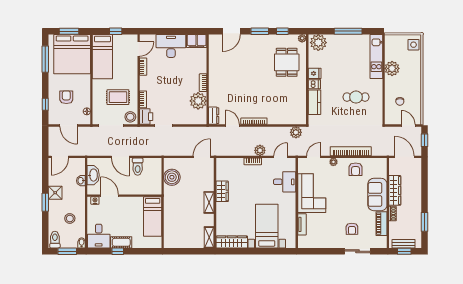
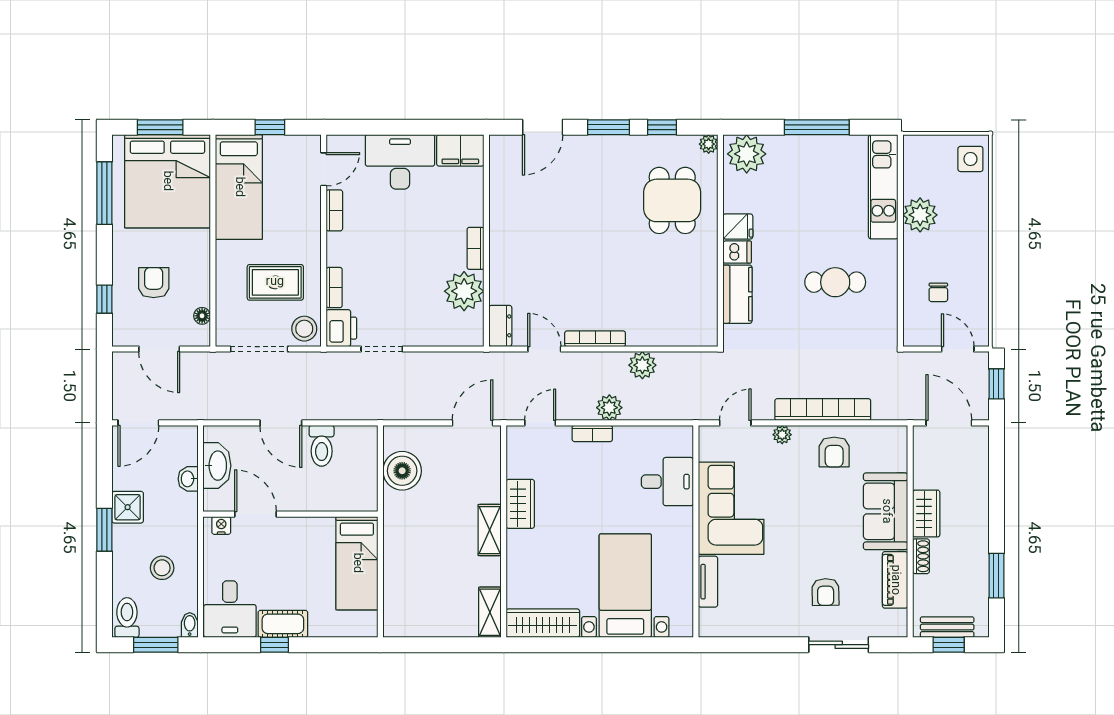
plant: (296, 132) -> (642, 365), moved
door: (281, 157) -> (540, 423), moved
wardrobe: (395, 190) -> (926, 514), width x0.67

